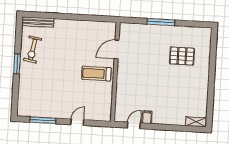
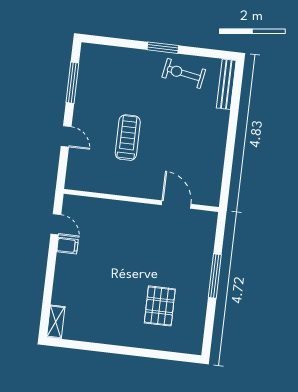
treadmill: (96, 74) -> (128, 138), moved

